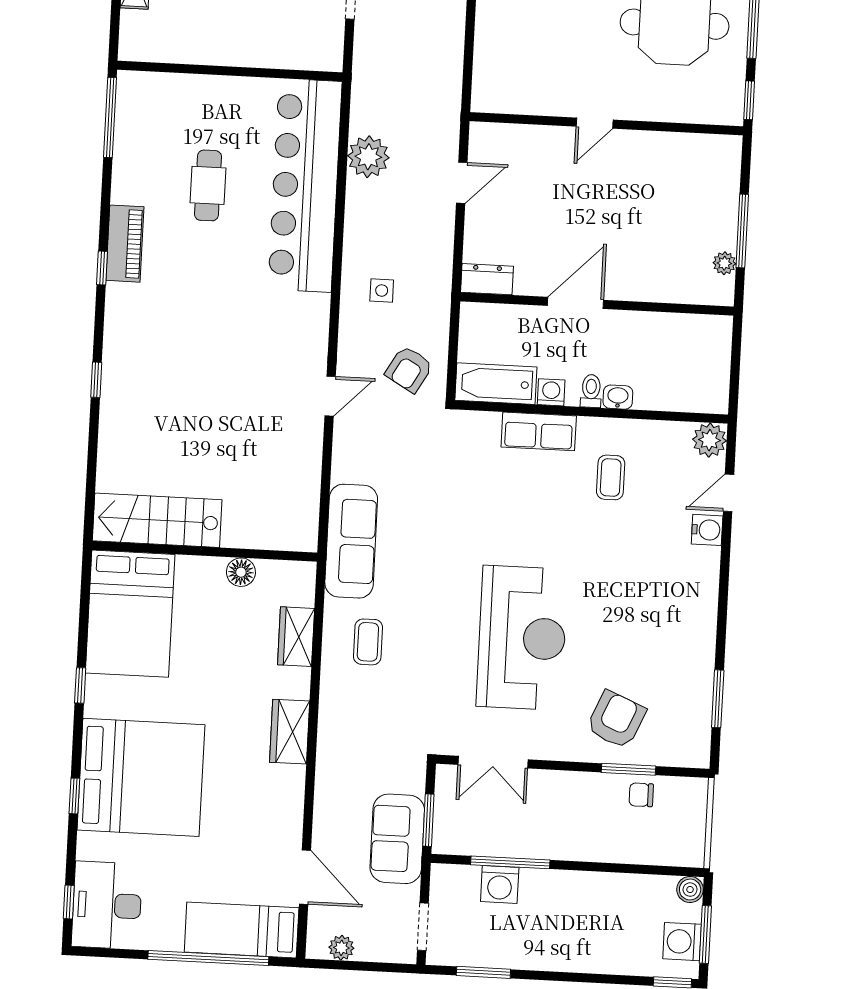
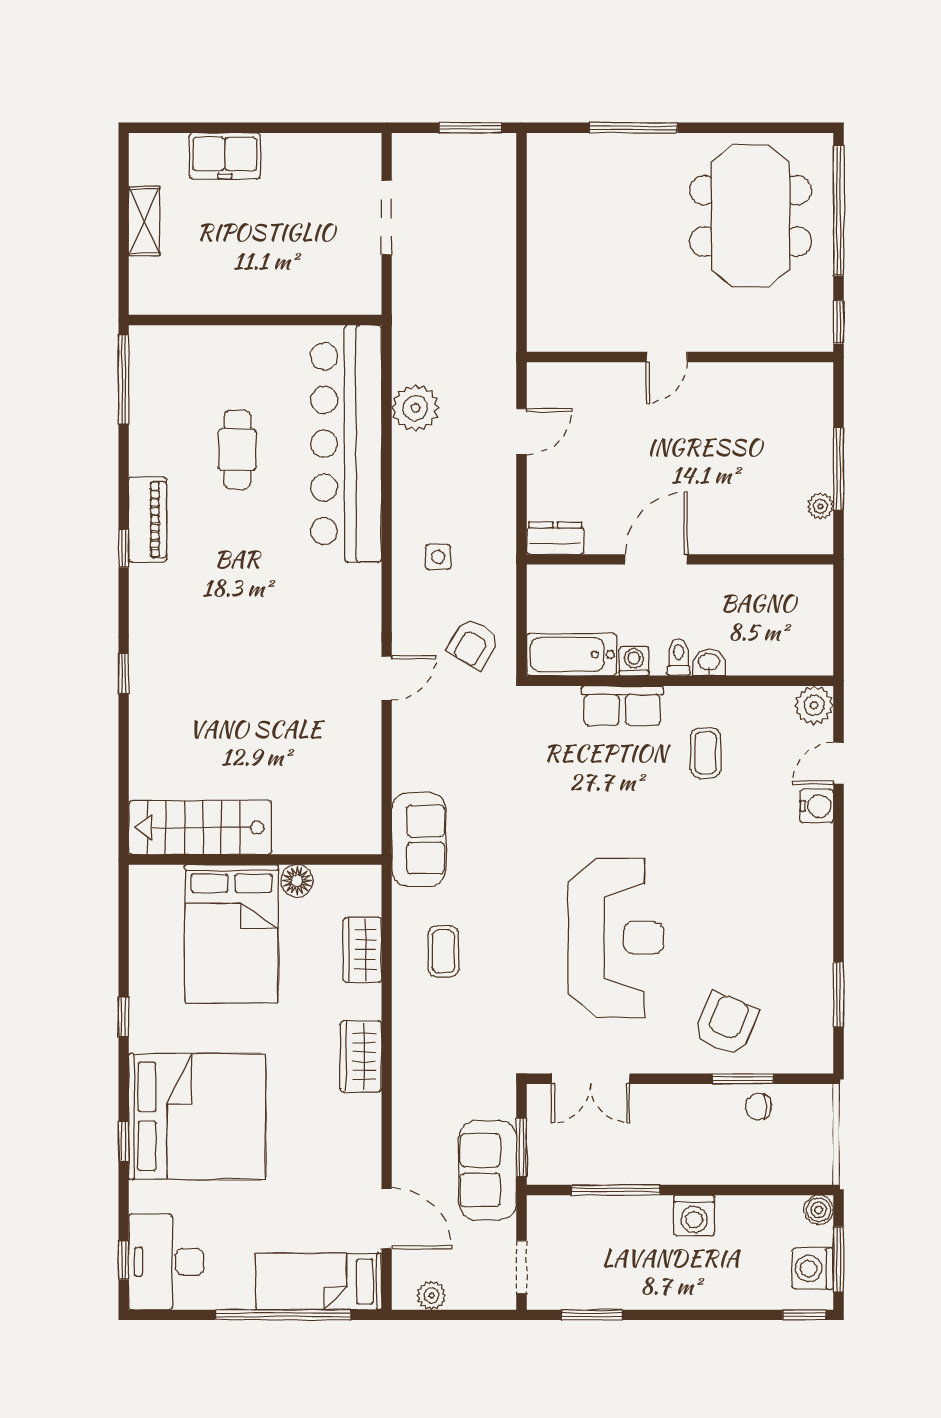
sofa: (351, 541) -> (419, 839), width x0.73
bed: (130, 614) -> (231, 934), moved
washing machine: (500, 885) -> (694, 1215), moved

